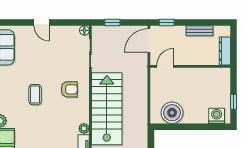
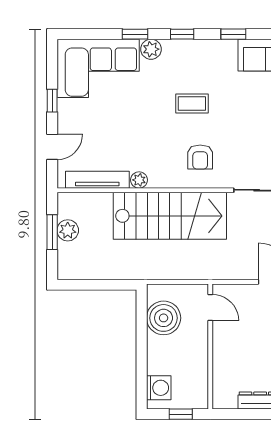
door: (165, 66) -> (210, 307), moved
wall: (190, 66) -> (210, 346), moved

